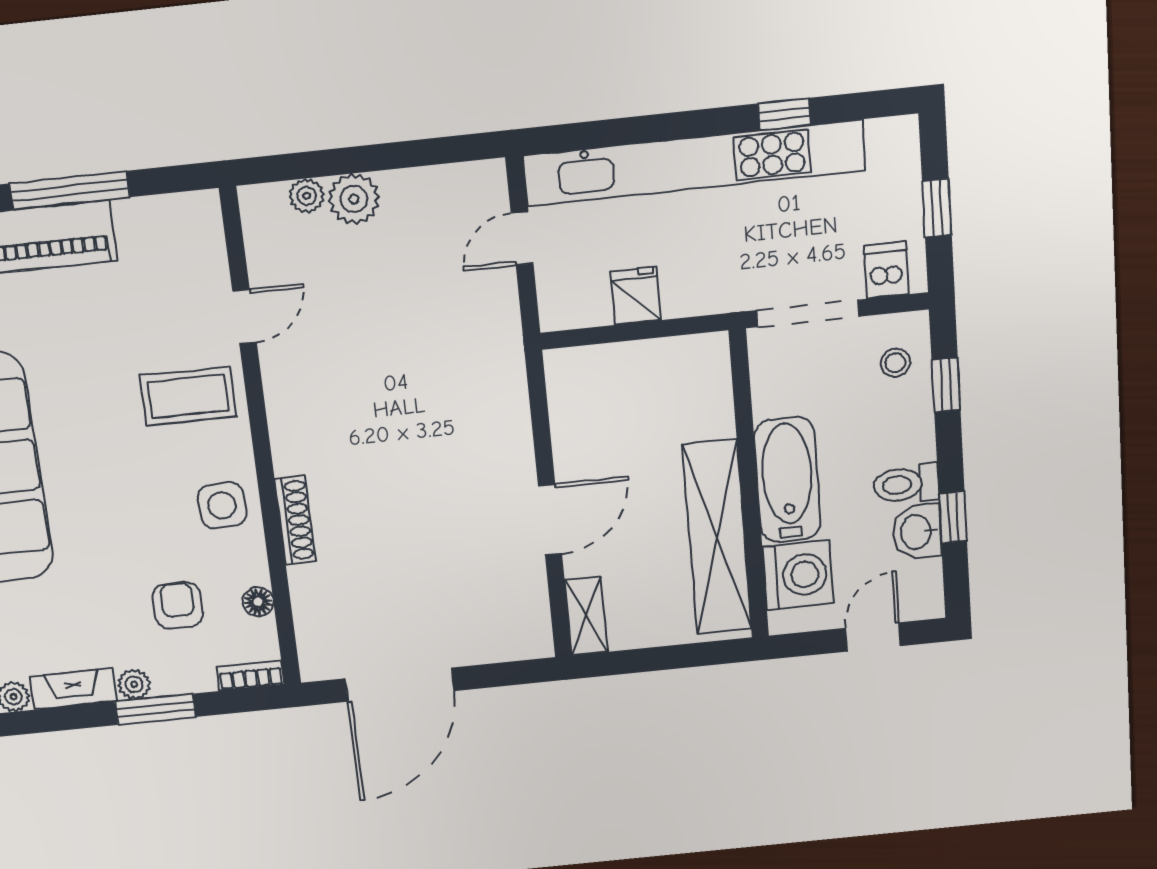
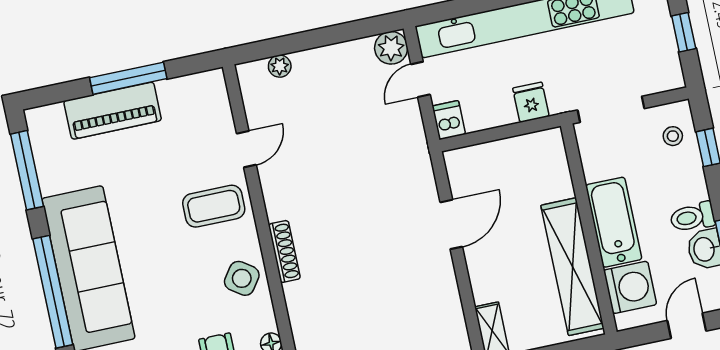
plant: (354, 199) -> (391, 48), moved
dishwasher: (886, 270) -> (449, 120), moved
fridge: (635, 296) -> (531, 102), moved
side table: (222, 505) -> (242, 278), turned 38
shoe rack: (295, 520) -> (284, 251), moved
door: (550, 520) -> (451, 224), moved

